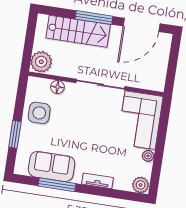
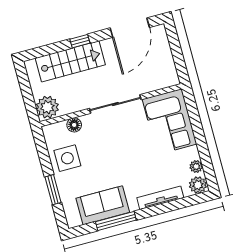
window: (94, 18) -> (80, 41), width x0.46
plant: (148, 156) -> (196, 166), moved
tv unit: (98, 181) -> (160, 198), width x1.41

